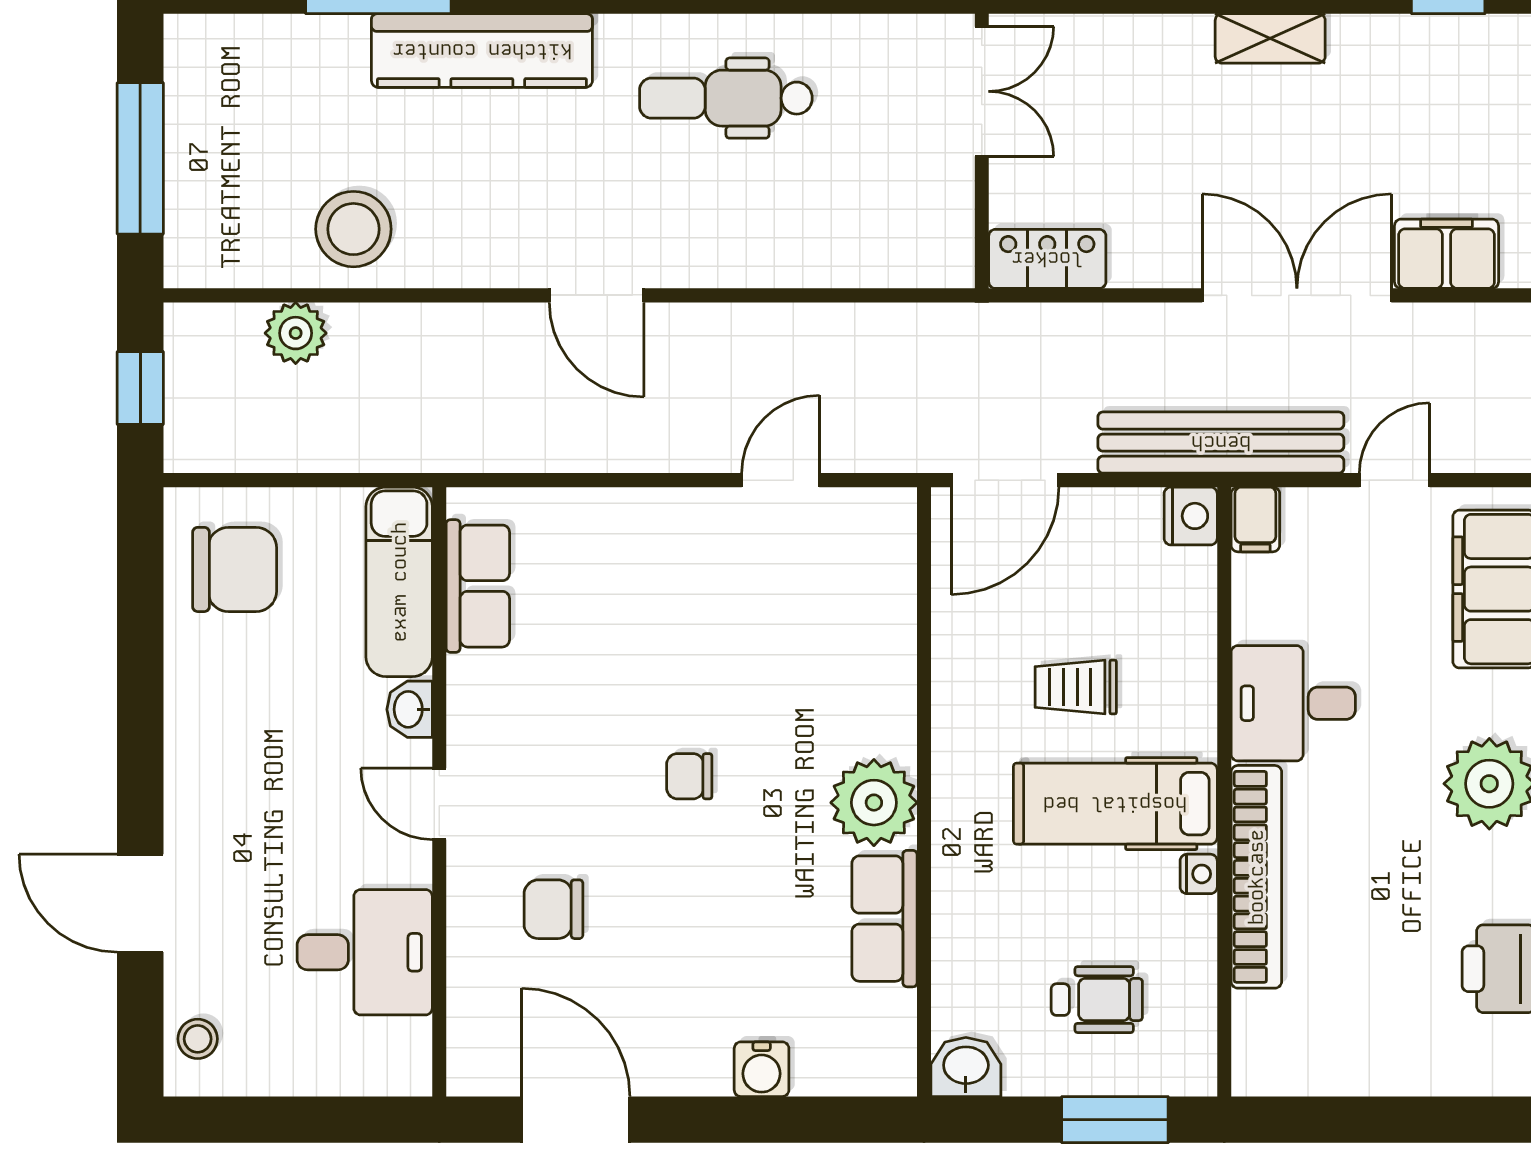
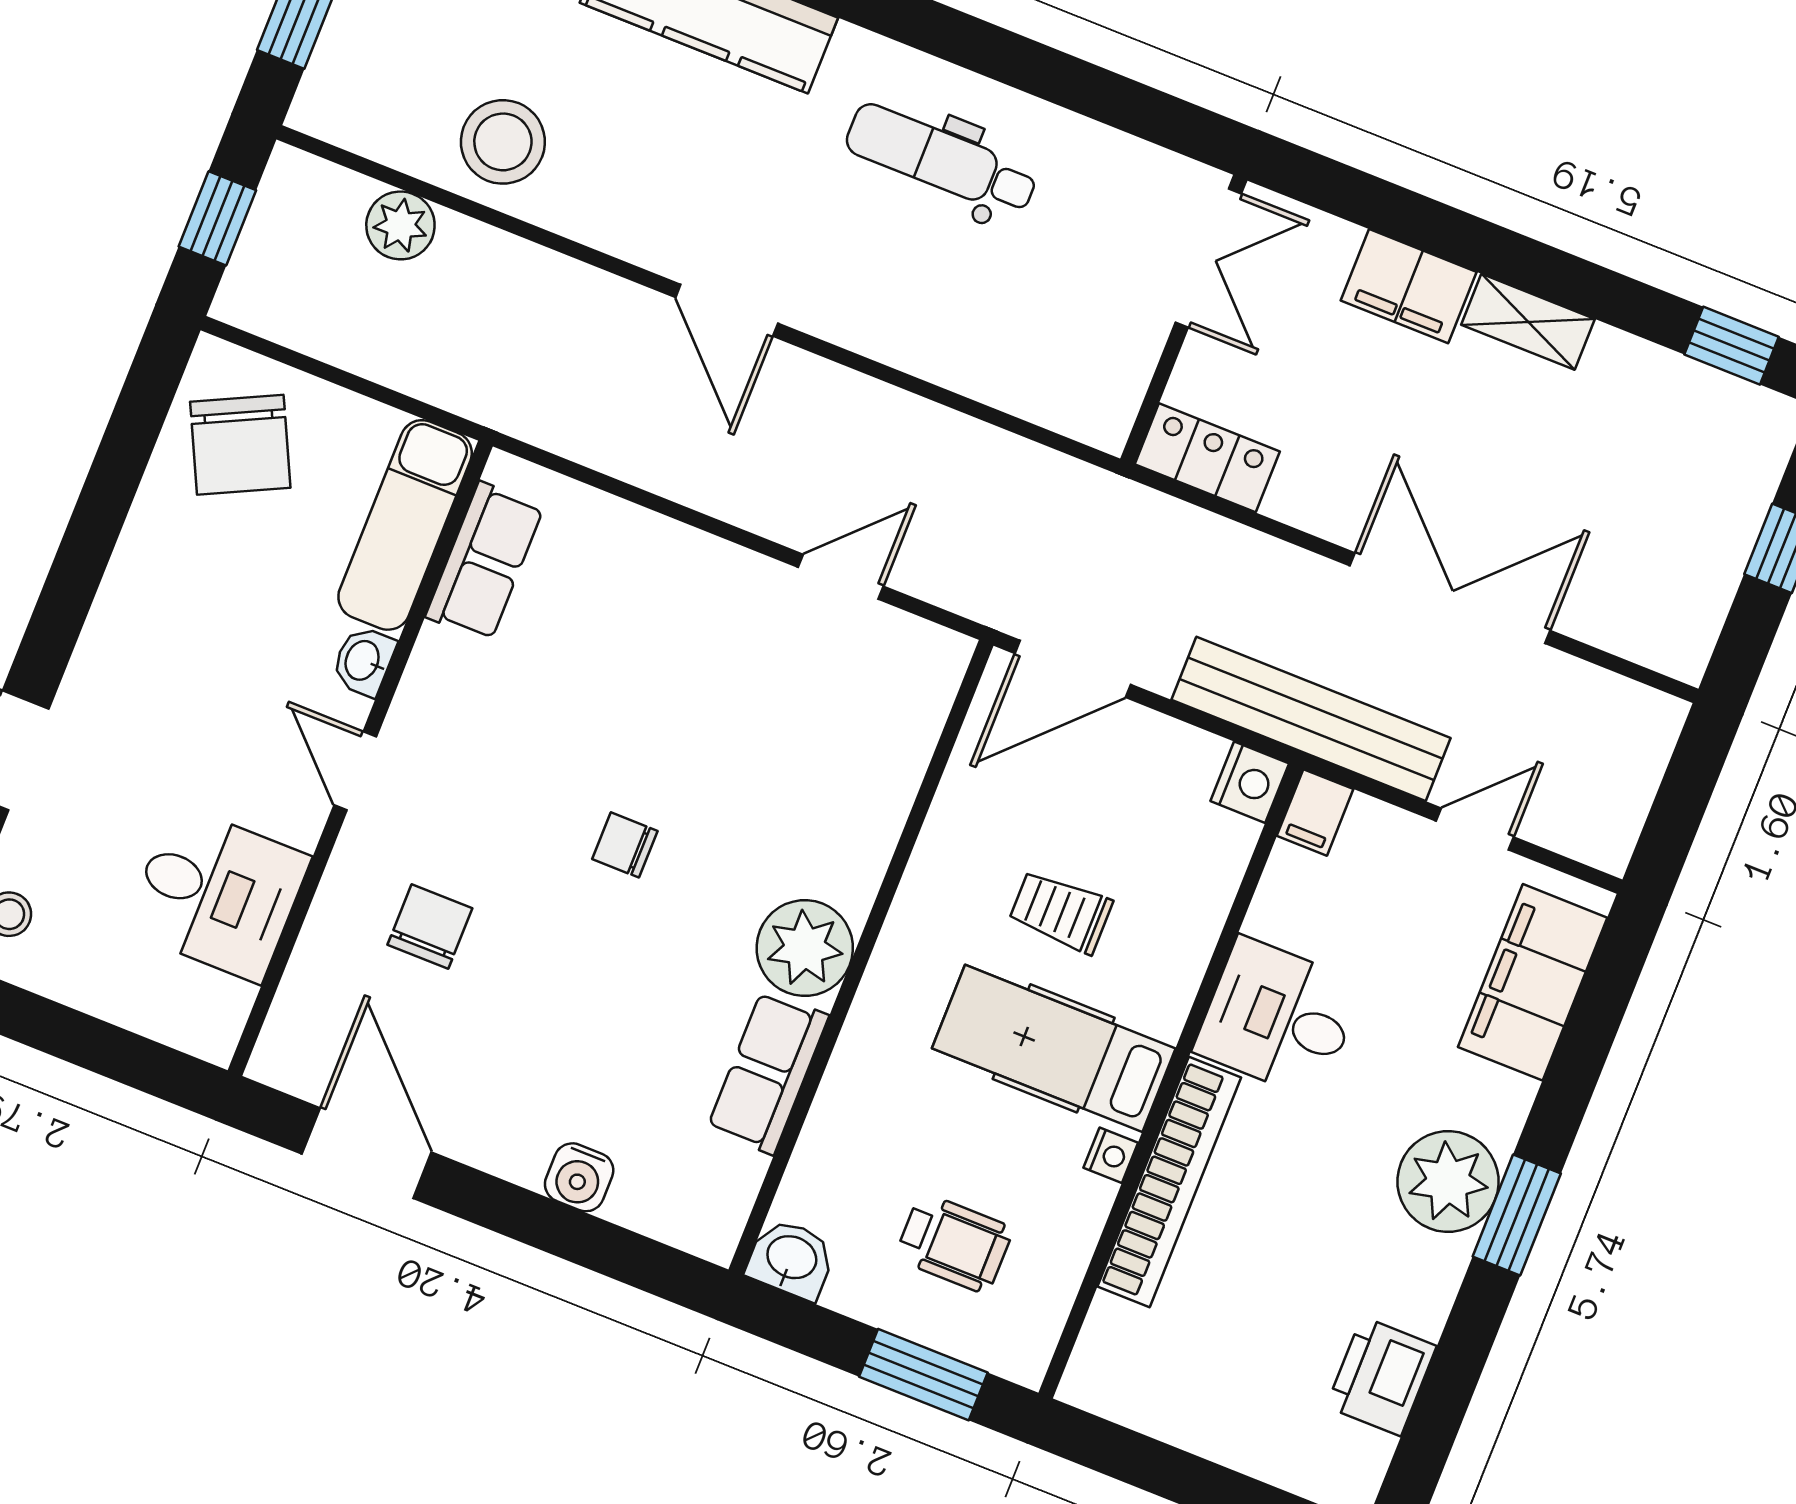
filing cabinet: (1447, 254) -> (1409, 286), moved, turned 180
chair: (235, 569) -> (240, 445), turned 64
chair: (553, 909) -> (430, 926), turned 90

